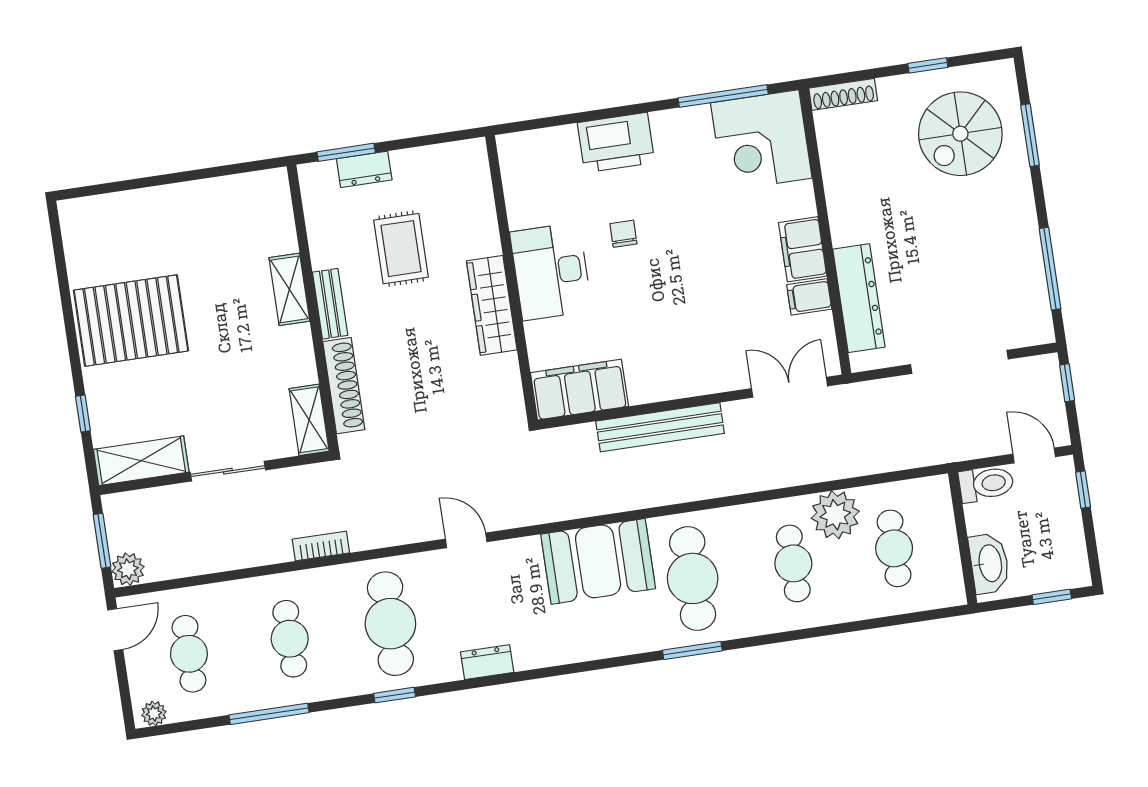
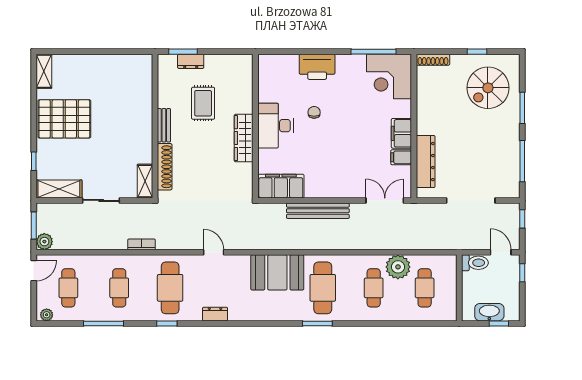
window: (1030, 135) -> (522, 108), moved
shelving: (289, 289) -> (44, 71), moved
washbasin: (989, 563) -> (489, 312), moved, turned -90

